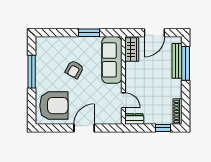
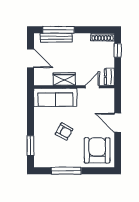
window: (89, 33) -> (30, 146), moved
wardrobe: (132, 49) -> (64, 79), moved

